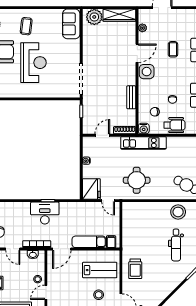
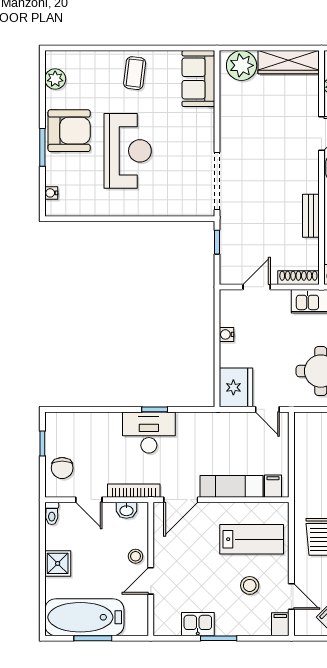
coffee table: (26, 26) -> (135, 73), moved

